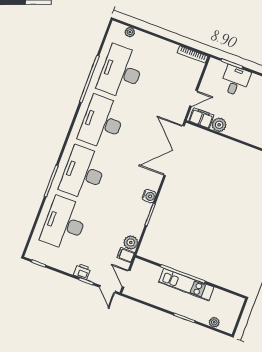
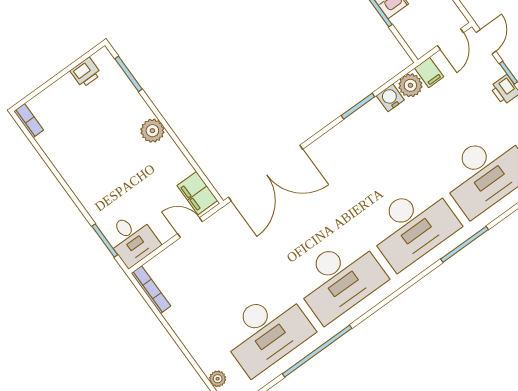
desk: (235, 81) -> (132, 239), moved, turned -90
plant: (219, 125) -> (152, 131), moved
water cooler: (149, 196) -> (390, 98), moved

